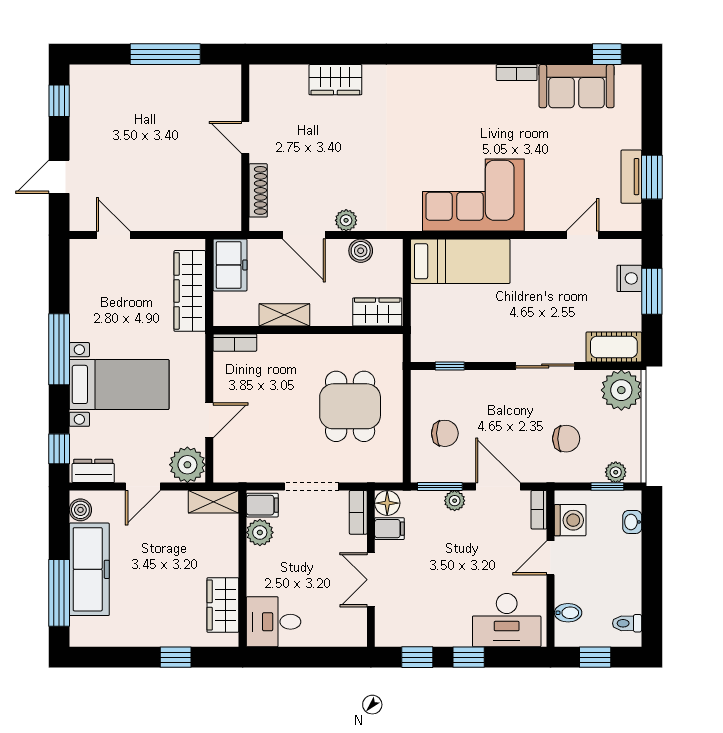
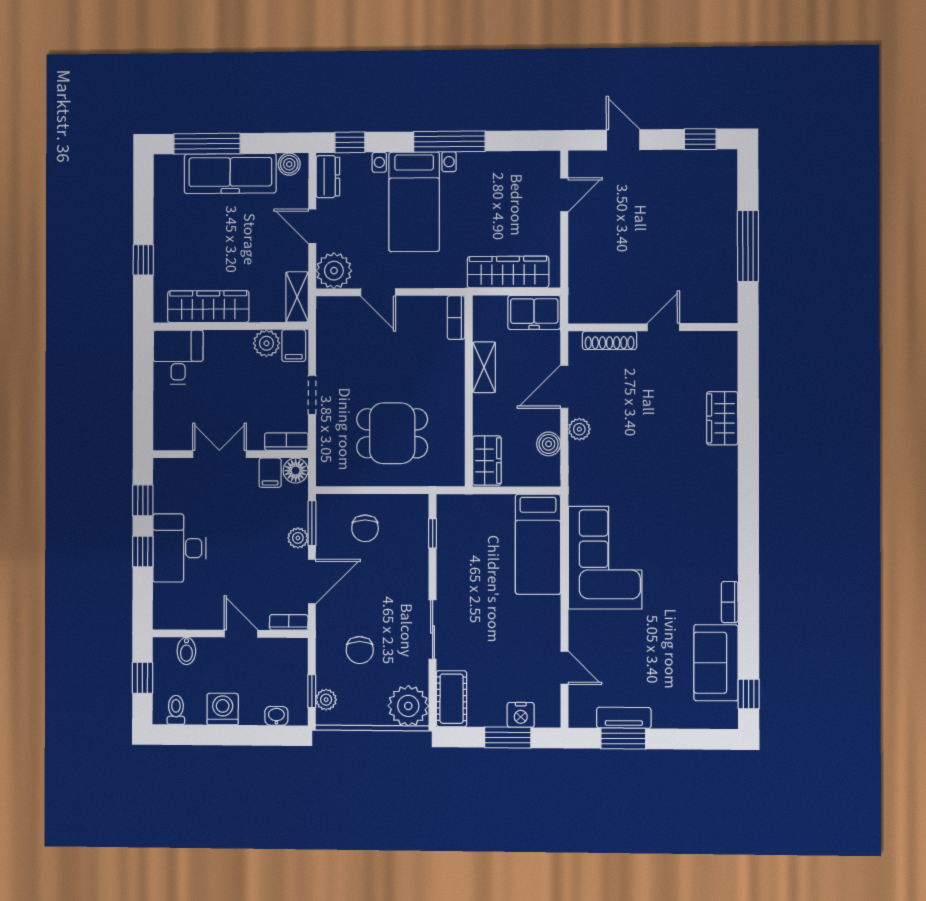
doorway: (312, 487) -> (312, 395), width x0.73
washing machine: (570, 520) -> (223, 709), moved, turned 180
wardrobe: (223, 605) -> (208, 307), width x1.50
desk: (507, 620) -> (179, 548), moved

